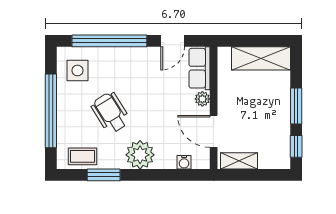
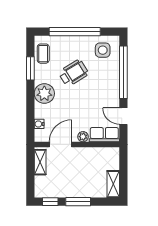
shelving: (261, 58) -> (113, 184), width x0.67, depth x0.75

